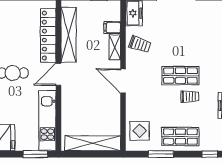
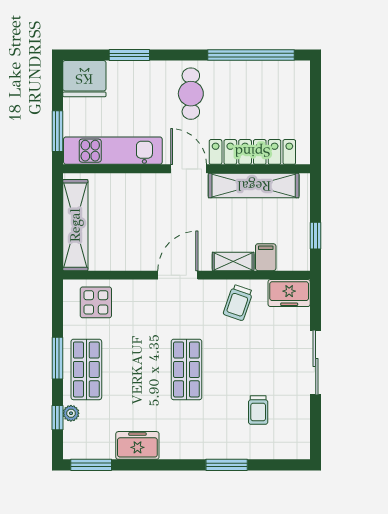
trolley: (190, 97) -> (258, 410), moved
plant: (207, 146) -> (71, 413), added
window: (161, 154) -> (57, 358), moved

